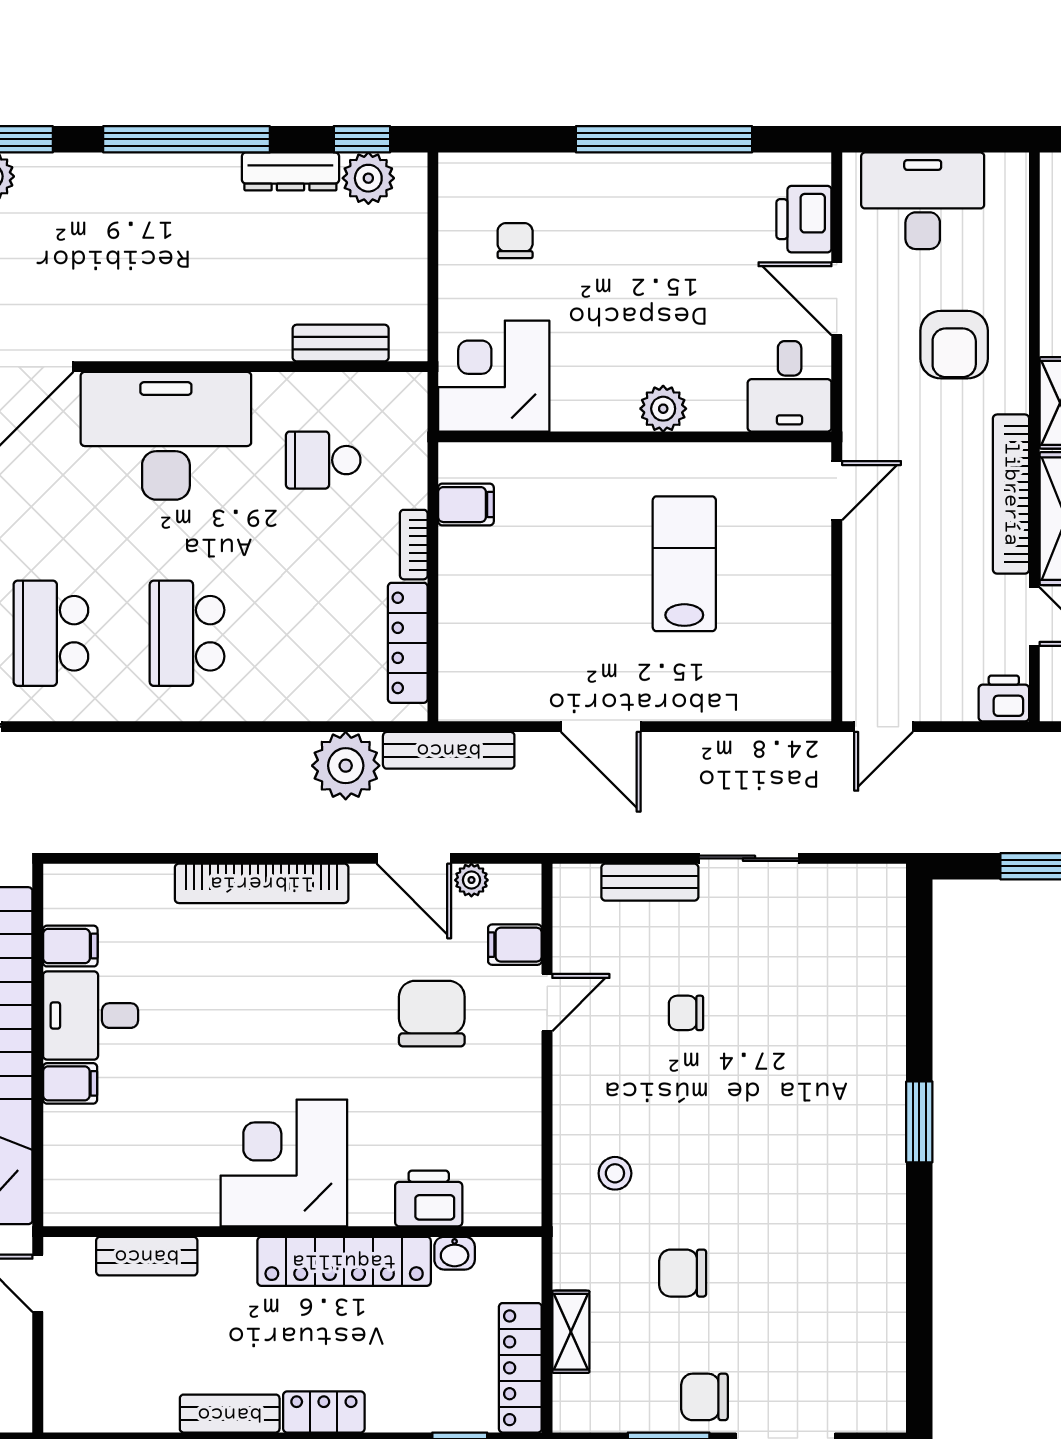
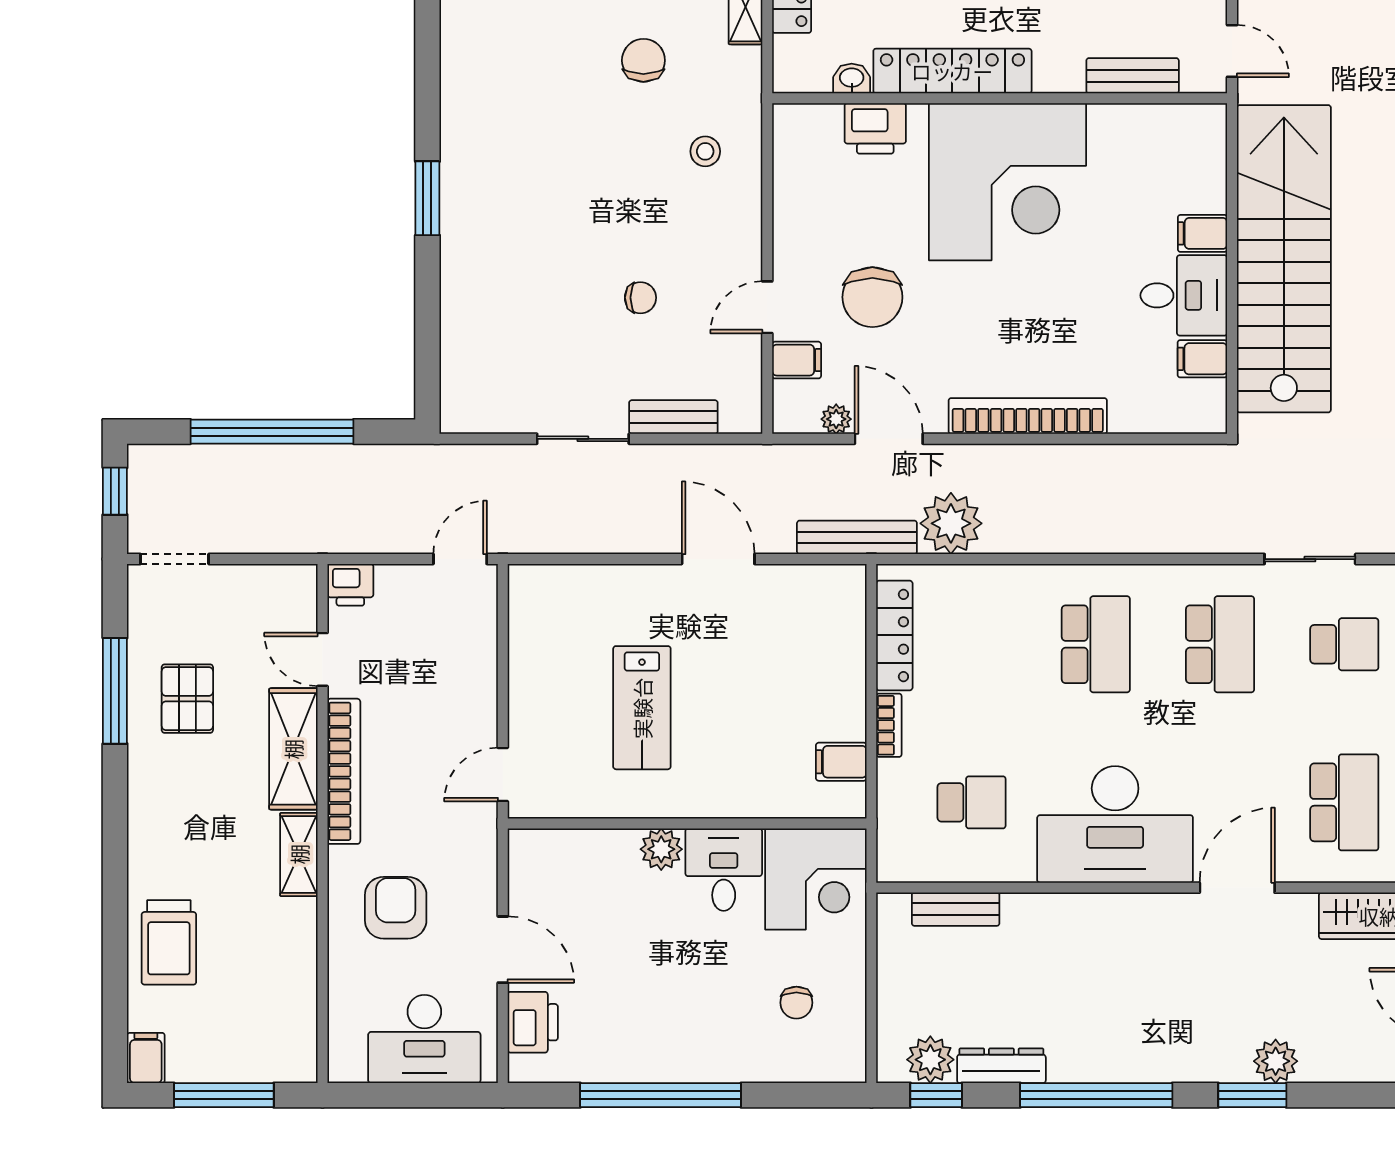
desk: (790, 386) -> (724, 870), moved
corner desk: (284, 1163) -> (1007, 182), width x1.36, depth x1.36
chair: (683, 1273) -> (643, 60), turned -90

